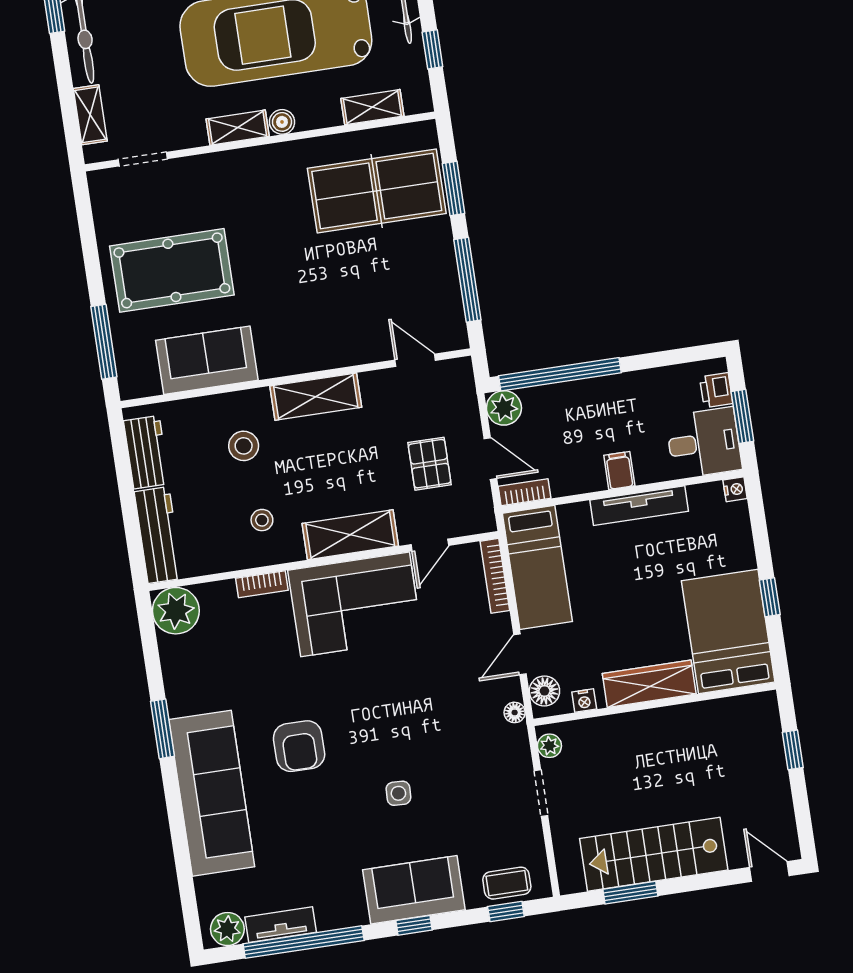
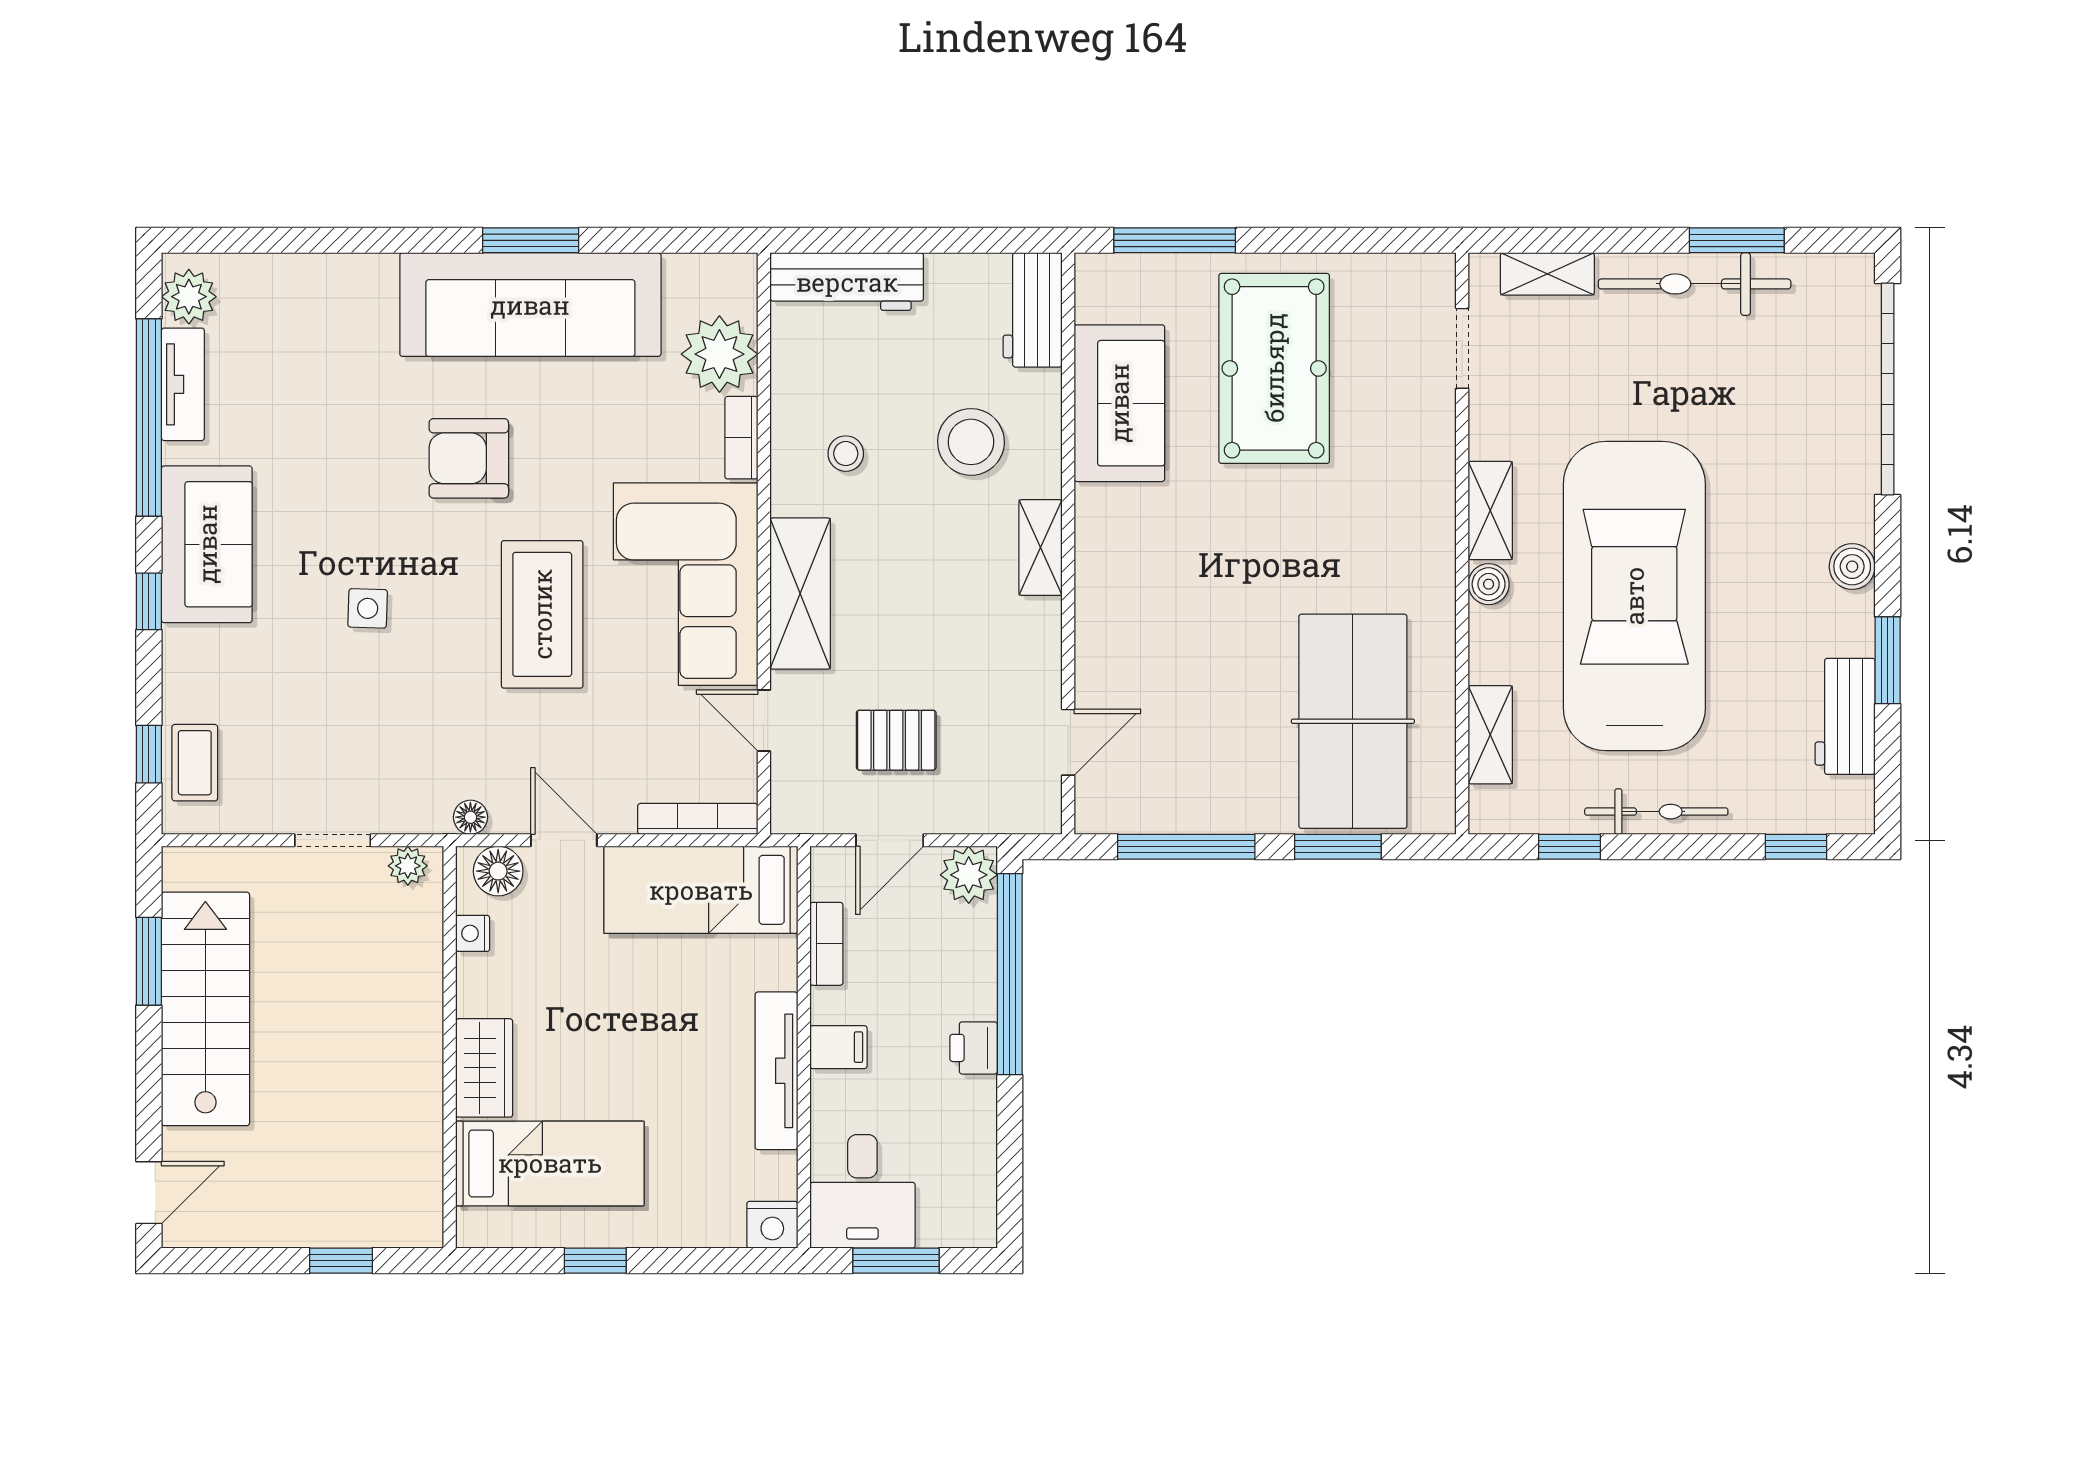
printer: (716, 390) -> (974, 1048), moved, turned -90
shelving: (316, 397) -> (1041, 547), width x0.67, depth x0.75
stool: (244, 446) -> (971, 442), width x1.38, depth x1.38
workbench: (146, 452) -> (1033, 310), moved, turned 90
nightstand: (735, 489) -> (772, 1225), width x1.39, depth x1.35
bookcase: (525, 492) -> (826, 944), moved
plant: (176, 611) -> (719, 354), moved
bed: (728, 631) -> (550, 1163), width x0.67
wardrobe: (649, 684) -> (484, 1068), width x0.67
coffee table: (386, 688) -> (542, 614), added
sofa: (212, 793) -> (530, 305), moved
sofa: (414, 890) -> (207, 544), moved

